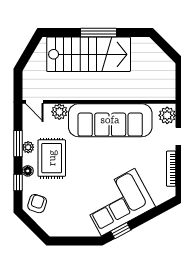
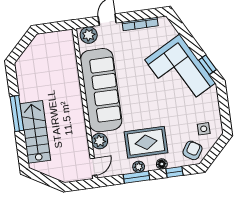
stairs: (89, 54) -> (35, 132), width x0.73, depth x0.66
armchair: (37, 204) -> (192, 150), turned 105
side table: (57, 218) -> (204, 129), added

